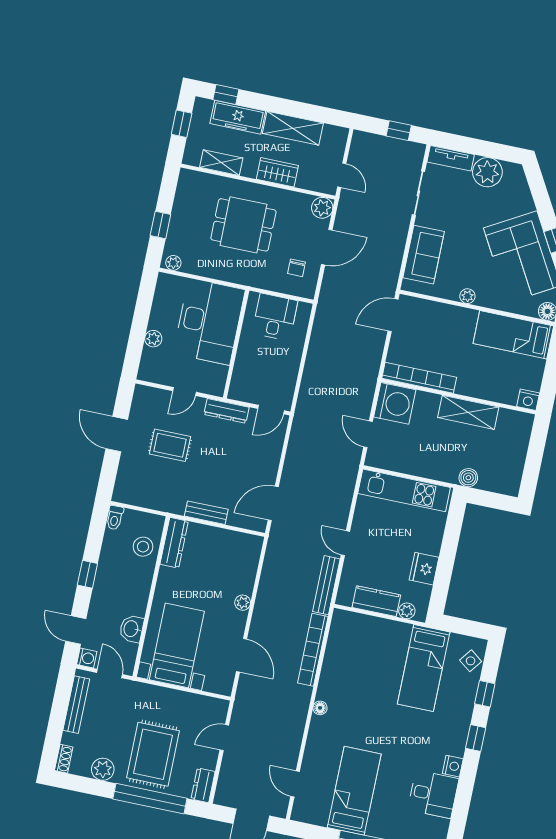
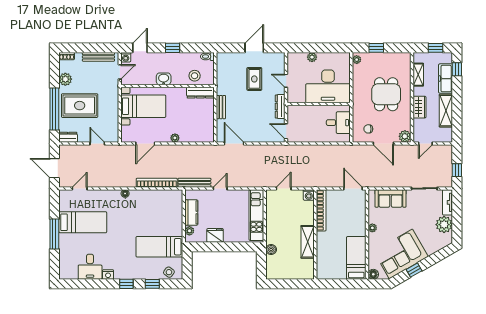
nightstand: (528, 400) -> (322, 274), removed
washing machine: (395, 403) -> (309, 195), width x0.53, depth x0.53
washbasin: (132, 629) -> (164, 79), moved

